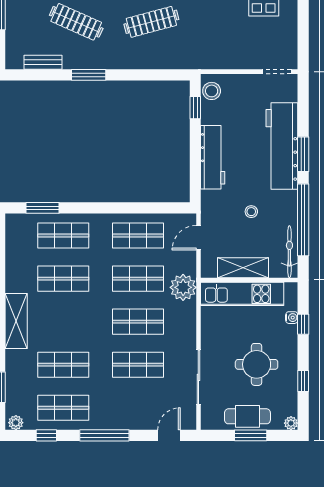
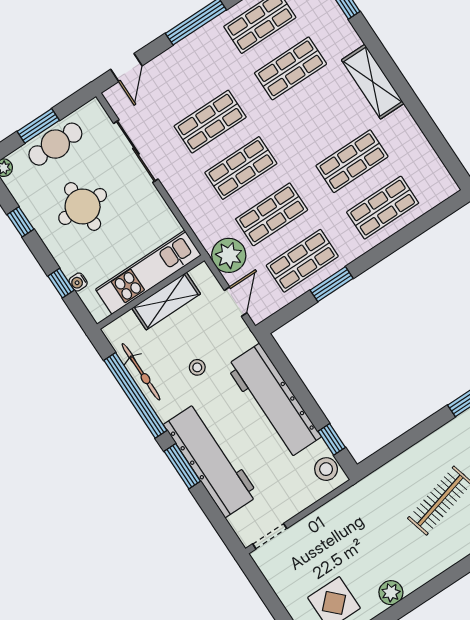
workbench: (213, 157) -> (273, 401), width x1.36, depth x1.32
window: (42, 208) -> (332, 284), moved
bicycle: (289, 252) -> (141, 372), moved
plant: (183, 287) -> (229, 255), moved

